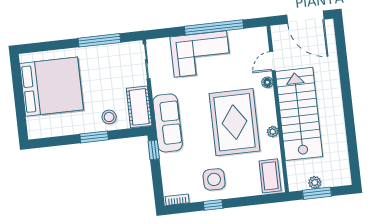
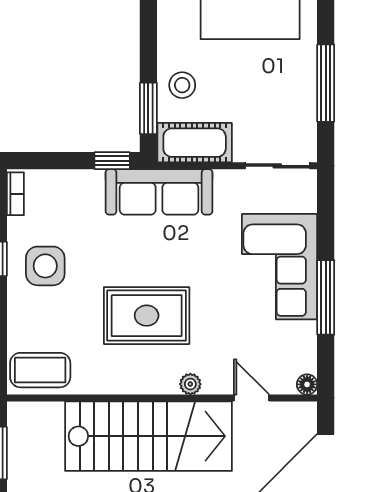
window: (214, 27) -> (326, 297), width x0.68
floor lamp: (267, 82) -> (307, 384), moved
rug: (235, 122) -> (147, 316), width x0.73, depth x0.69
plant: (273, 132) -> (190, 384), moved
window: (94, 137) -> (148, 108), moved
plant: (315, 182) -> (19, 451), removed

